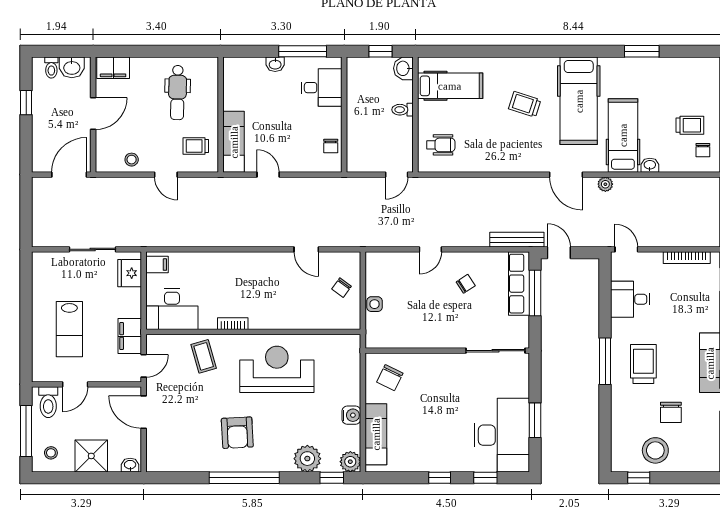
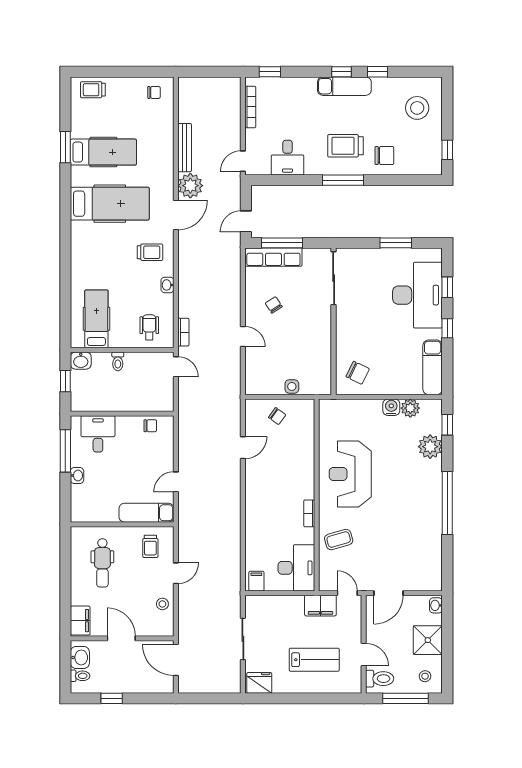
dental chair: (177, 93) -> (102, 563), turned 89
trolley: (525, 104) -> (150, 252), moved, turned -108
trolley: (690, 125) -> (93, 90), moved, turned -90
hospital bed: (623, 135) -> (103, 152), moved, turned 180
washbasin: (650, 165) -> (167, 285), moved
bookcase: (435, 183) -> (183, 332), added
plant: (605, 184) -> (190, 186), width x1.87, depth x1.87
bench: (517, 240) -> (185, 148), moved
fridge: (130, 273) -> (259, 683), moved, turned 180
chair: (671, 412) -> (384, 156), moved
armchair: (237, 433) -> (407, 509), removed
exam couch: (376, 434) -> (433, 367), moved, turned -90
desk: (502, 435) -> (417, 295), moved, turned 90
stool: (655, 450) -> (417, 108), moved
plant: (350, 462) -> (410, 408), moved

